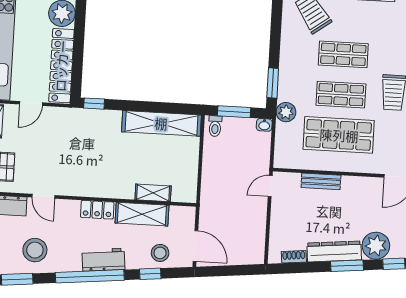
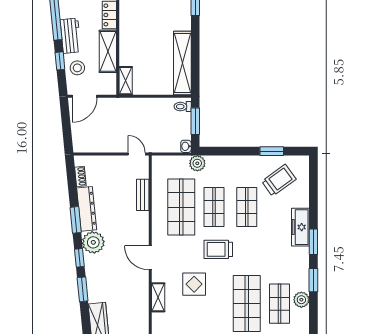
window: (273, 83) -> (272, 151), moved
shelving: (153, 193) -> (126, 81), moved
workbench: (103, 260) -> (71, 36), moved

